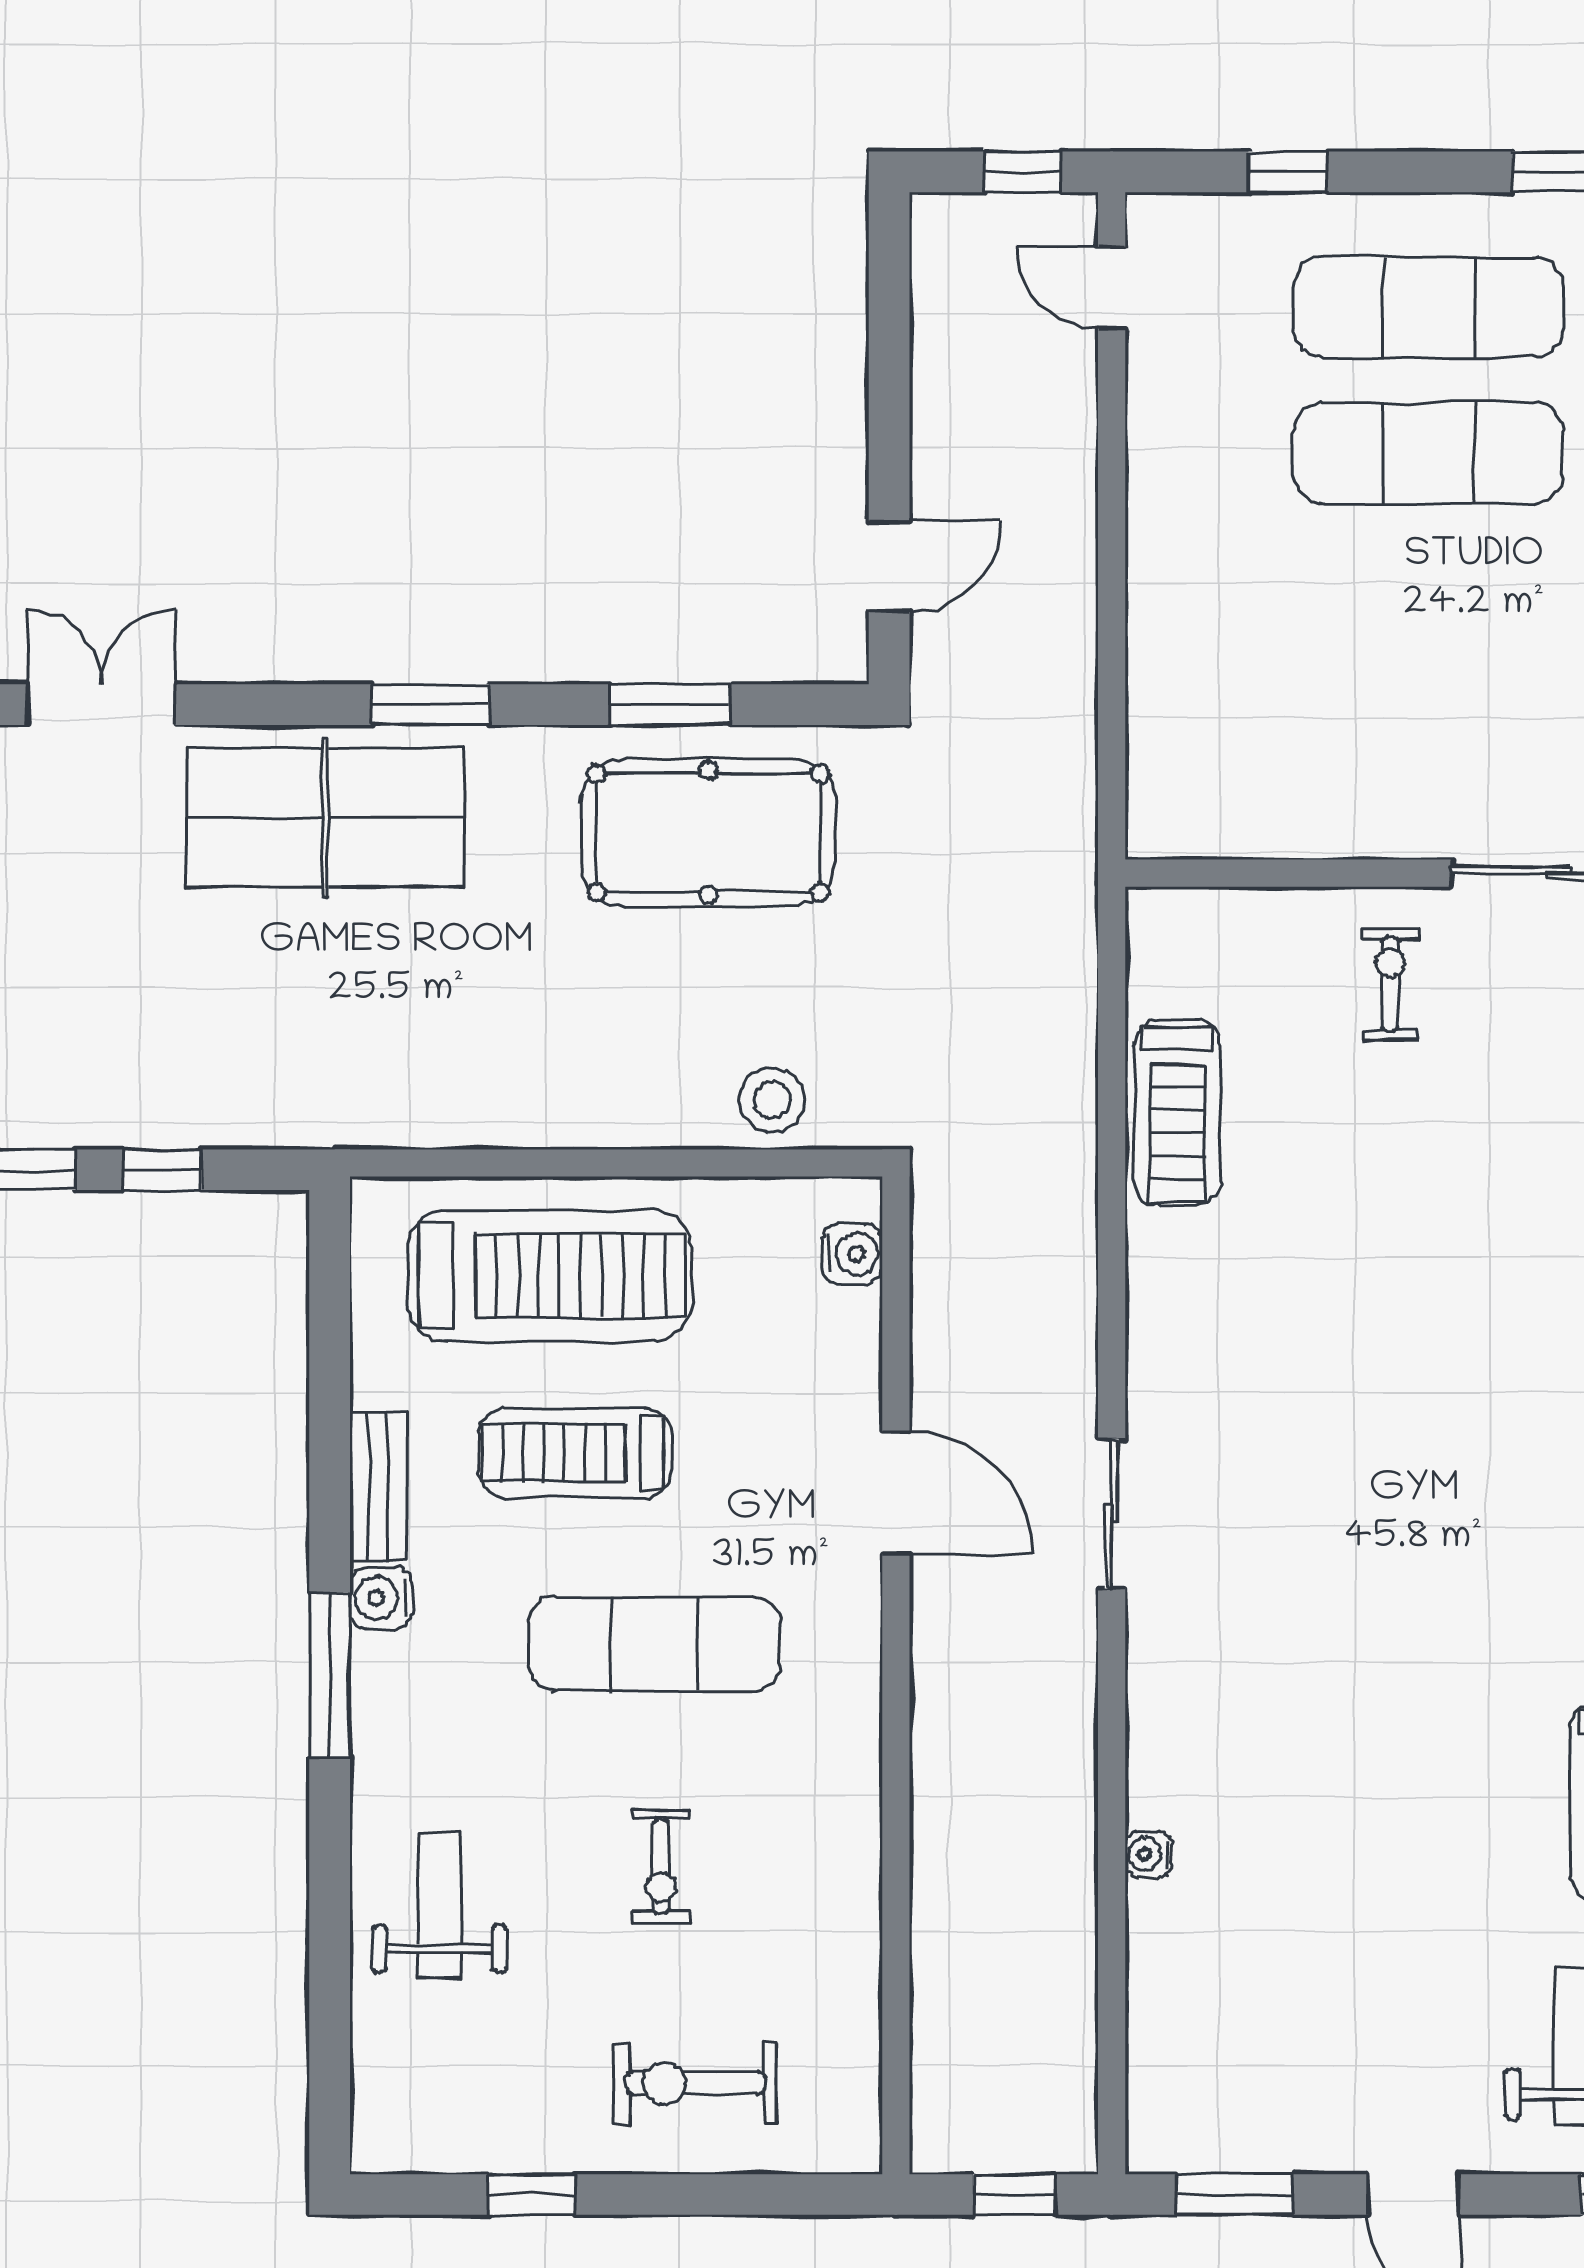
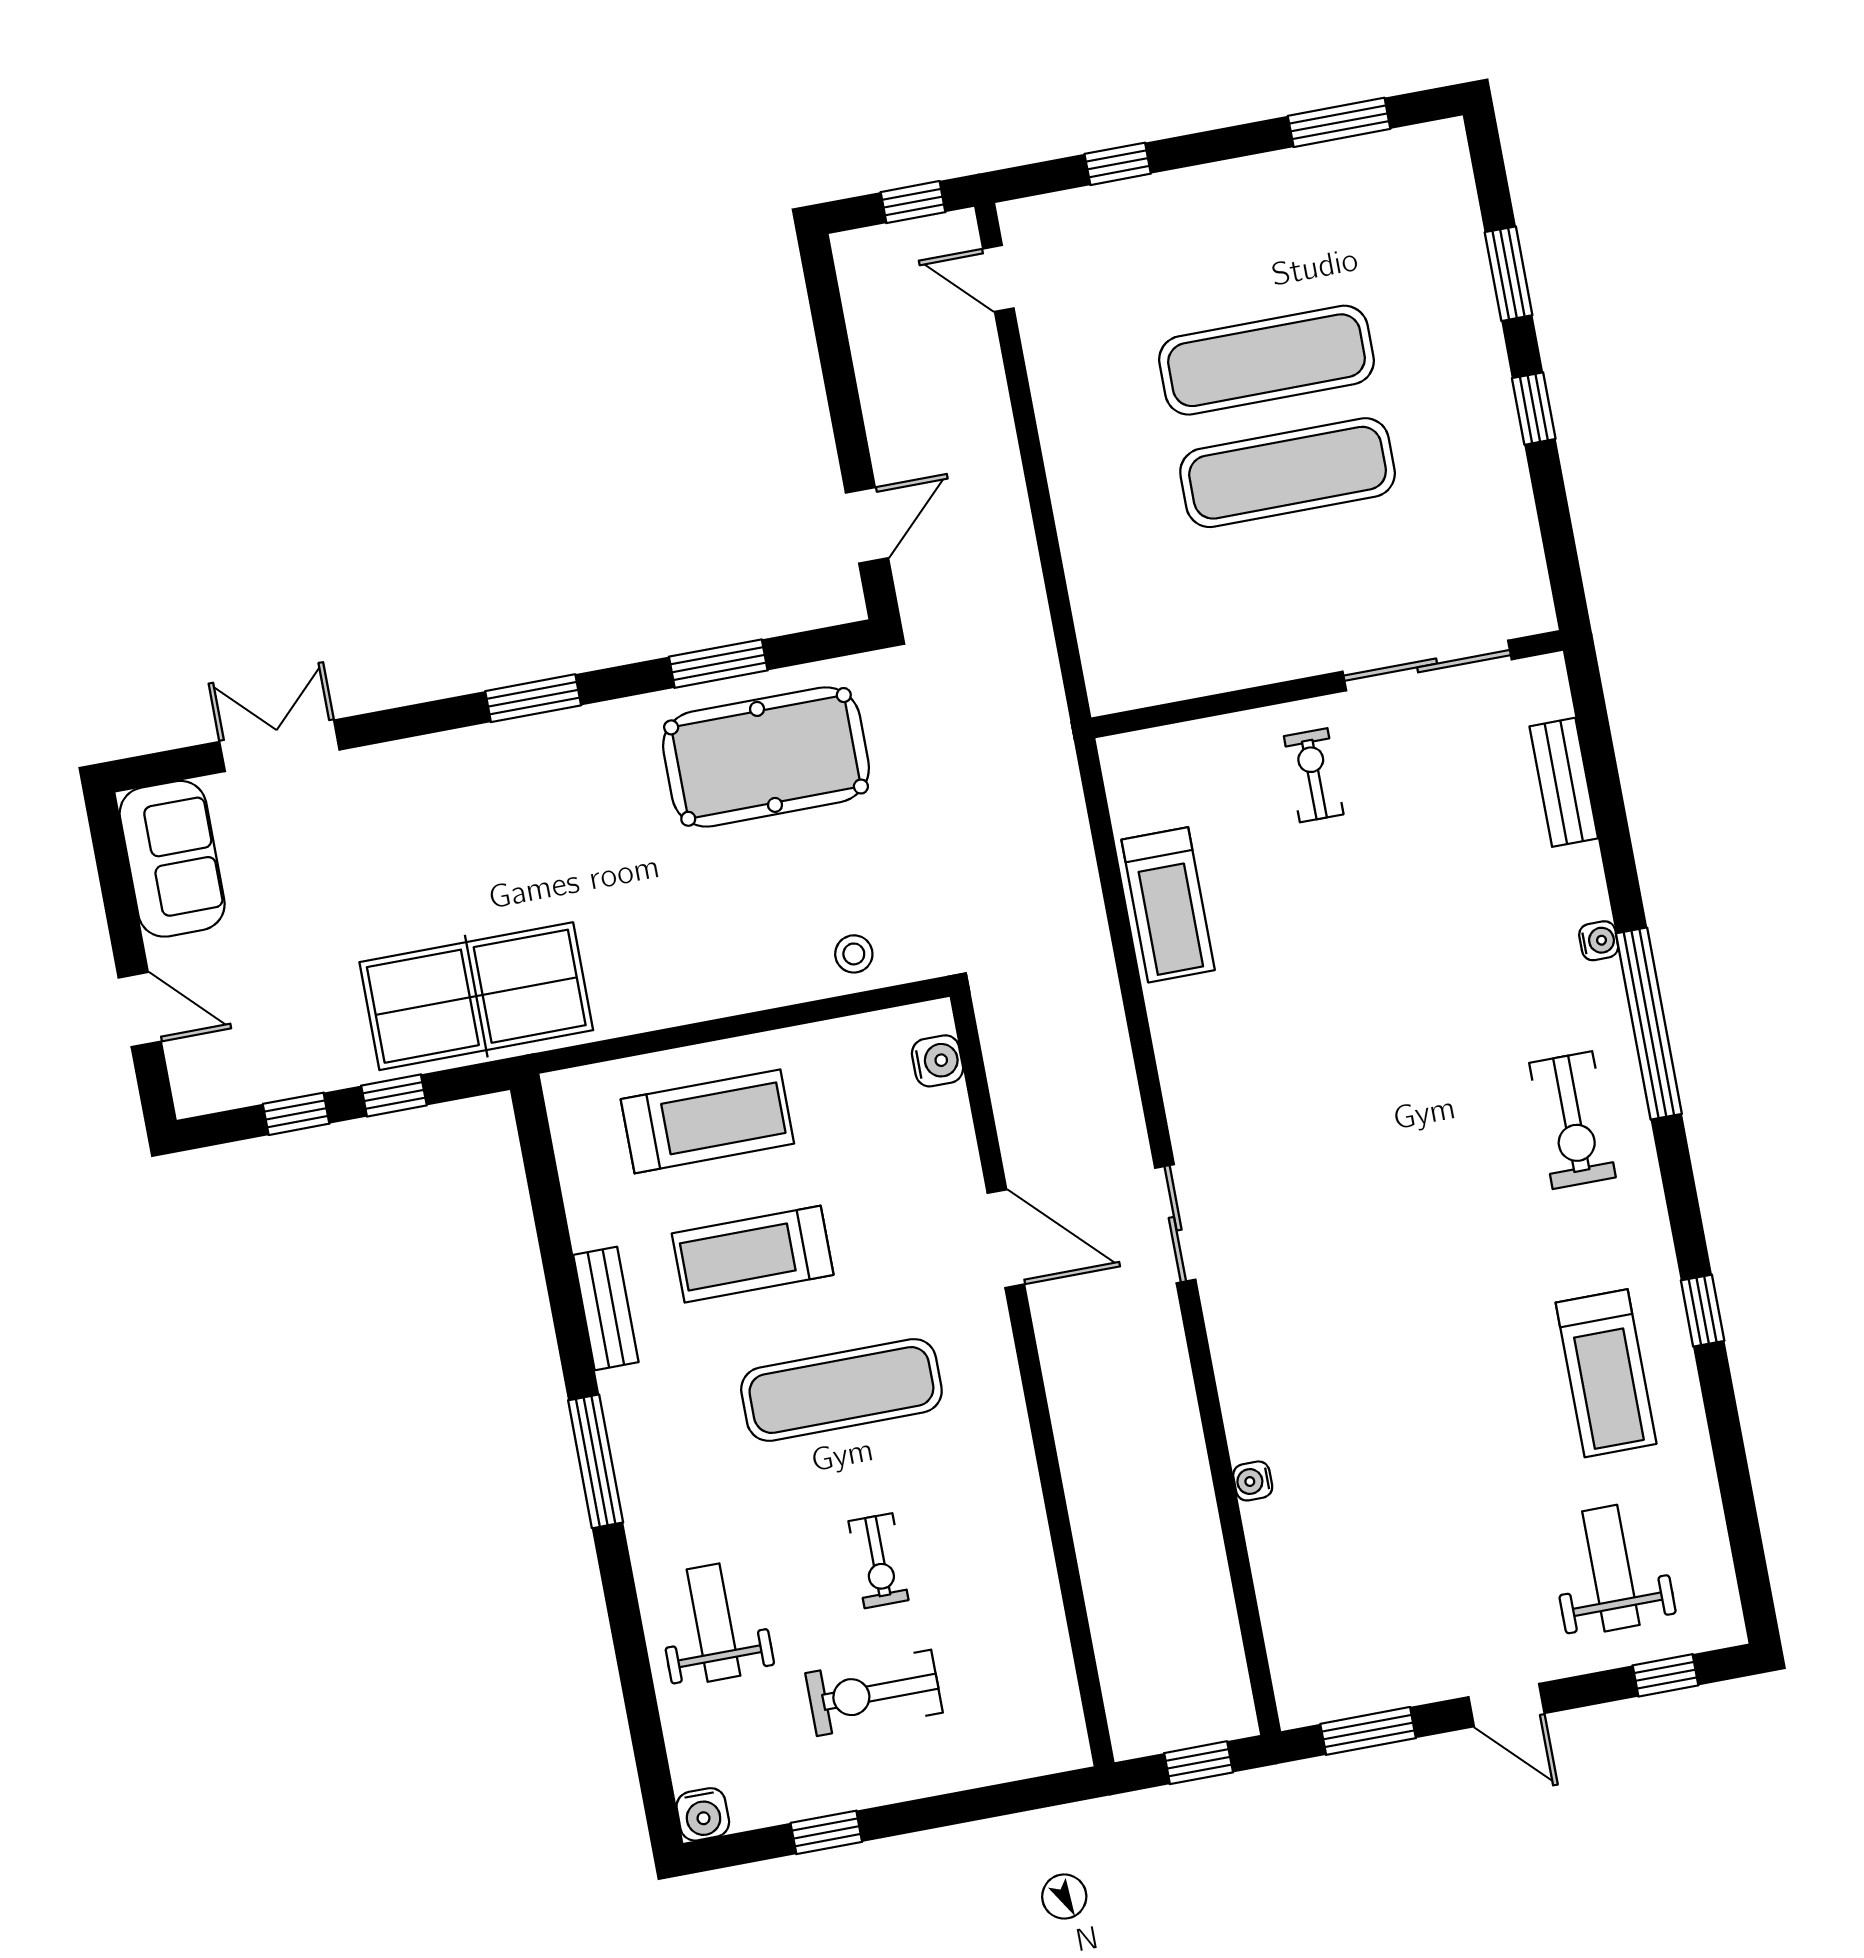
exercise mat: (1428, 307) -> (1288, 473), moved
table tennis table: (325, 817) -> (476, 996), moved
stool: (772, 1100) -> (854, 954), width x0.73, depth x0.73
treadmill: (549, 1276) -> (707, 1121), width x0.73, depth x0.73
water cooler: (381, 1598) -> (703, 1814), moved, turned -90
exercise bike: (695, 2083) -> (874, 1693), moved

